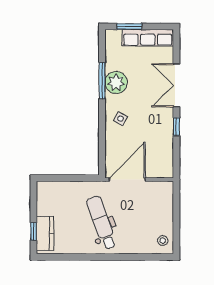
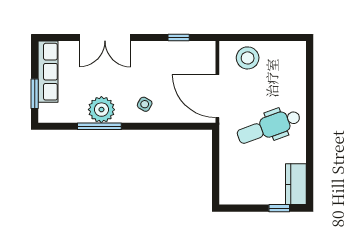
window: (176, 127) -> (179, 38), moved
kitchen counter: (45, 233) -> (296, 184), moved, turned -90
stool: (163, 241) -> (248, 58), moved, width x1.89, depth x1.89

